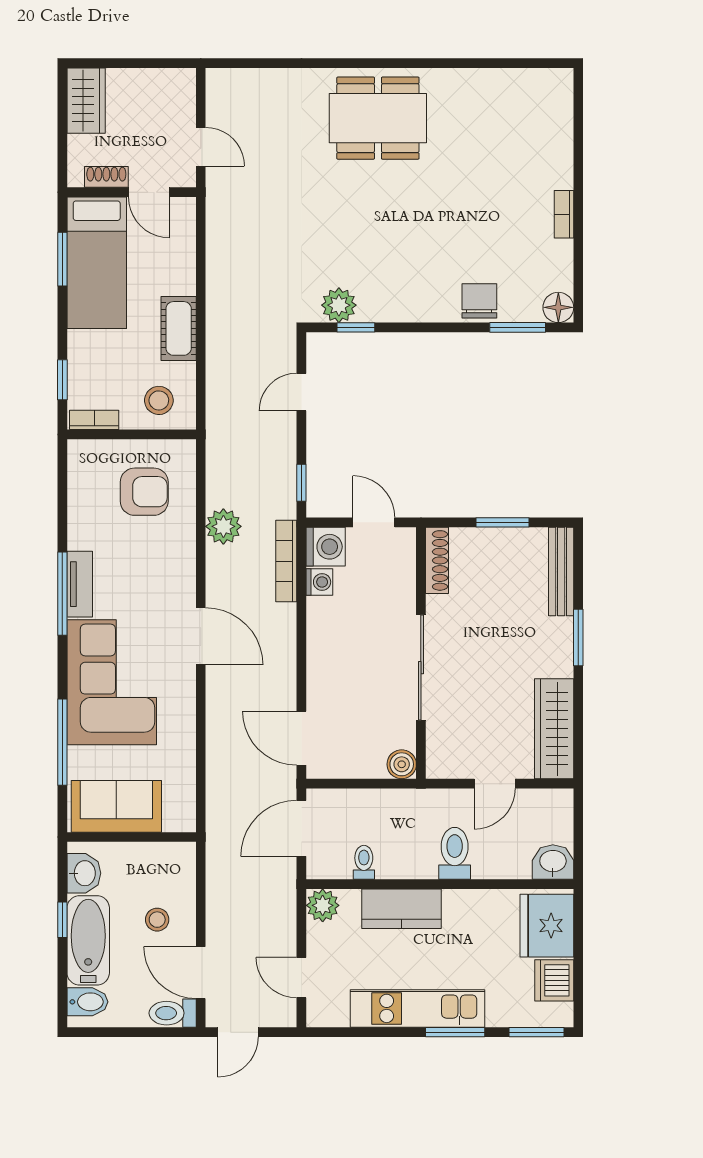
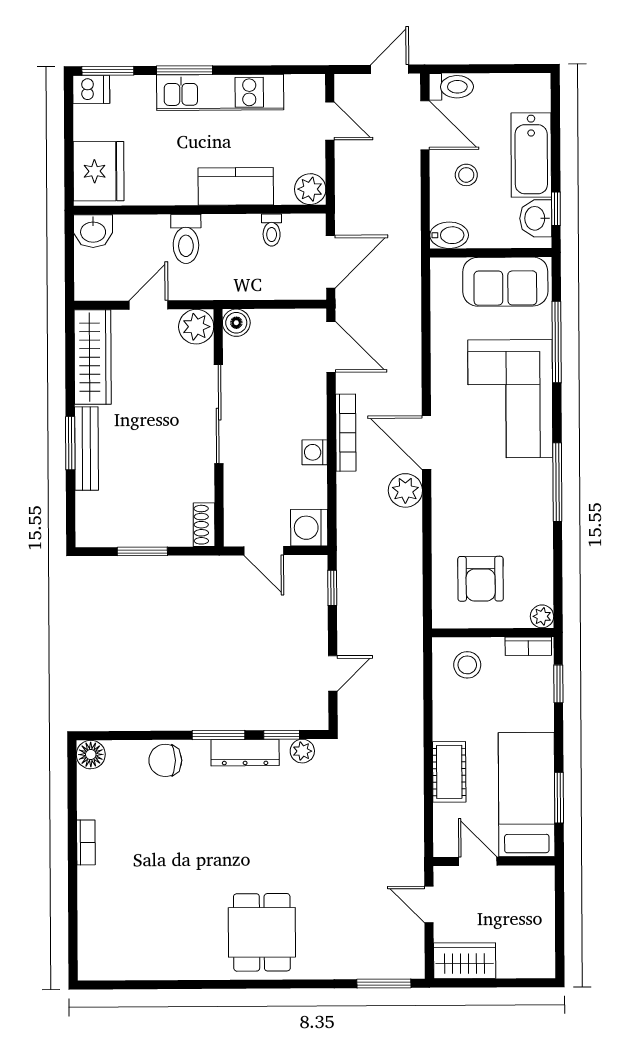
window: (249, 63) -> (384, 984), added
wardrobe: (86, 101) -> (465, 961), moved, turned 90
dining table: (378, 118) -> (262, 932), width x0.73
shoe rack: (106, 177) -> (518, 876), removed
chair: (479, 301) -> (165, 760), turned 90
plant: (339, 305) -> (302, 751), width x0.73, depth x0.73
dresser: (395, 309) -> (245, 753), added
window: (518, 327) -> (218, 735), moved
cot: (179, 328) -> (449, 772), moved
plant: (79, 451) -> (542, 616), added
armchair: (144, 492) -> (481, 579), turned -90
plant: (223, 526) -> (405, 490), moved
shoe rack: (437, 560) -> (204, 525), width x0.70
bookcase: (286, 561) -> (346, 433), moved
bench: (561, 571) -> (86, 449), moved
washing machine: (319, 582) -> (315, 452), moved
tv unit: (80, 584) -> (541, 491), removed
plant: (444, 760) -> (196, 327), added
window: (62, 920) -> (556, 209), moved
dishwasher: (554, 980) -> (91, 89), moved, width x0.73
bidet: (87, 1002) -> (449, 235), moved, turned 180

